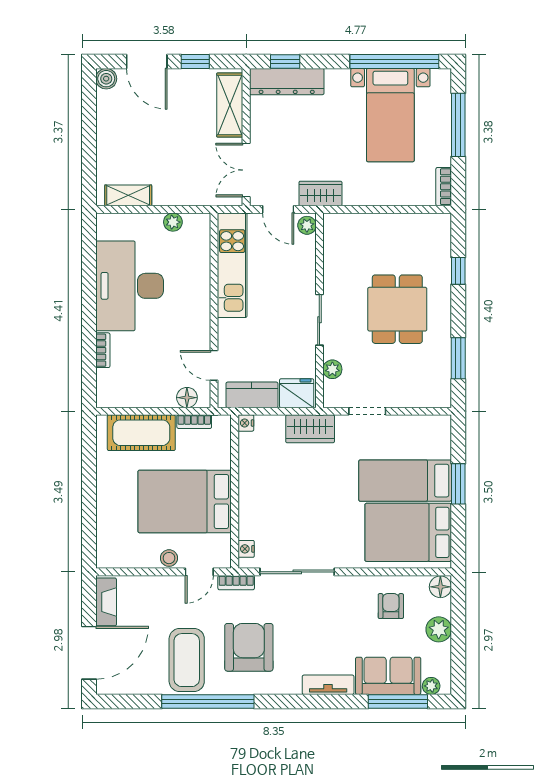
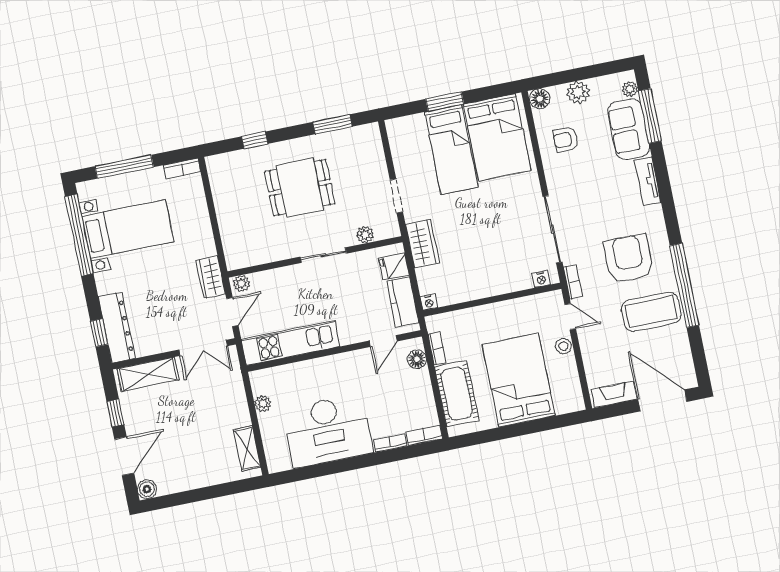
bookcase: (103, 389) -> (424, 435), added
fridge: (297, 393) -> (394, 266), width x0.72
bed: (185, 501) -> (519, 380), moved, turned 180
armchair: (249, 647) -> (629, 259), turned 90

